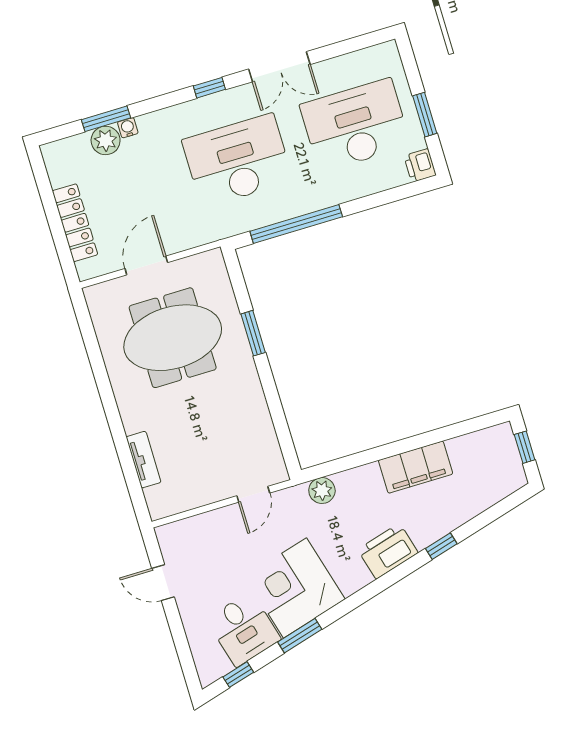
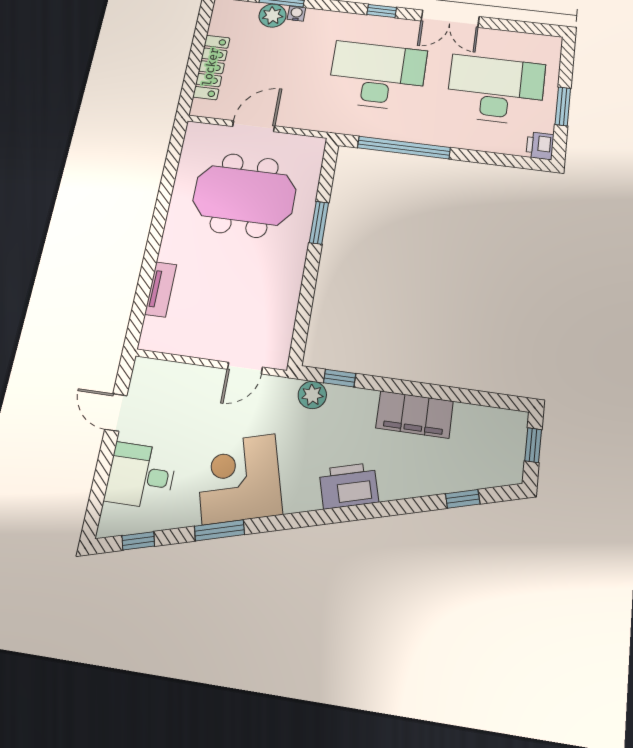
window: (338, 465) -> (340, 378), added
window: (441, 546) -> (463, 499), moved
desk: (243, 629) -> (141, 476), moved, turned 106

